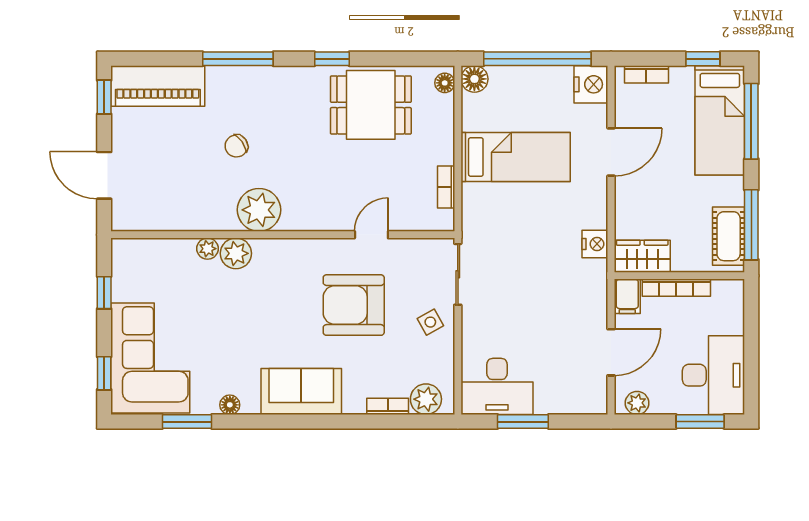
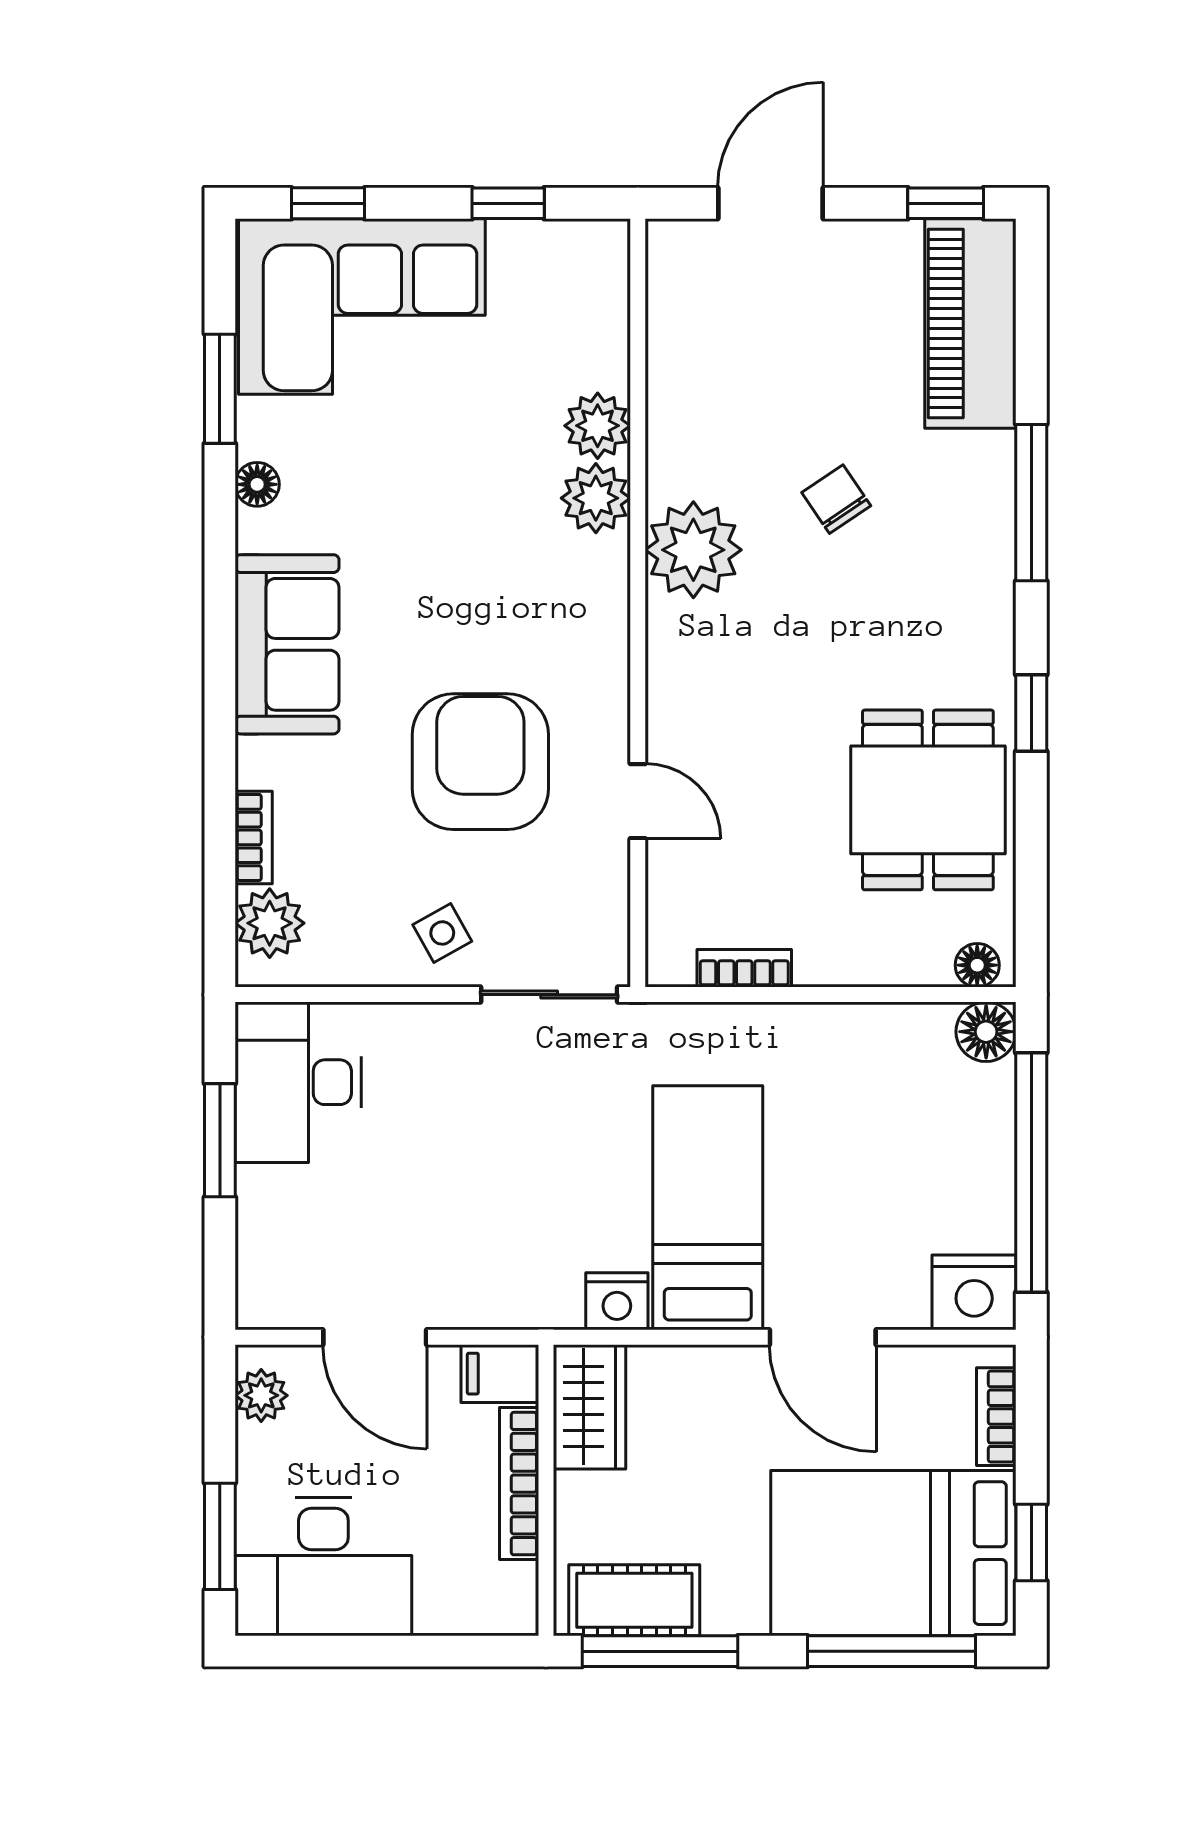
bed: (720, 120) -> (893, 1553), width x1.50
bed: (516, 157) -> (708, 1208), moved, turned 180
plant: (208, 249) -> (598, 426), width x1.38, depth x1.38

